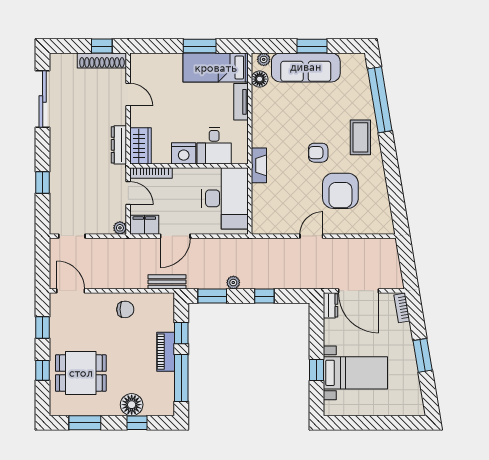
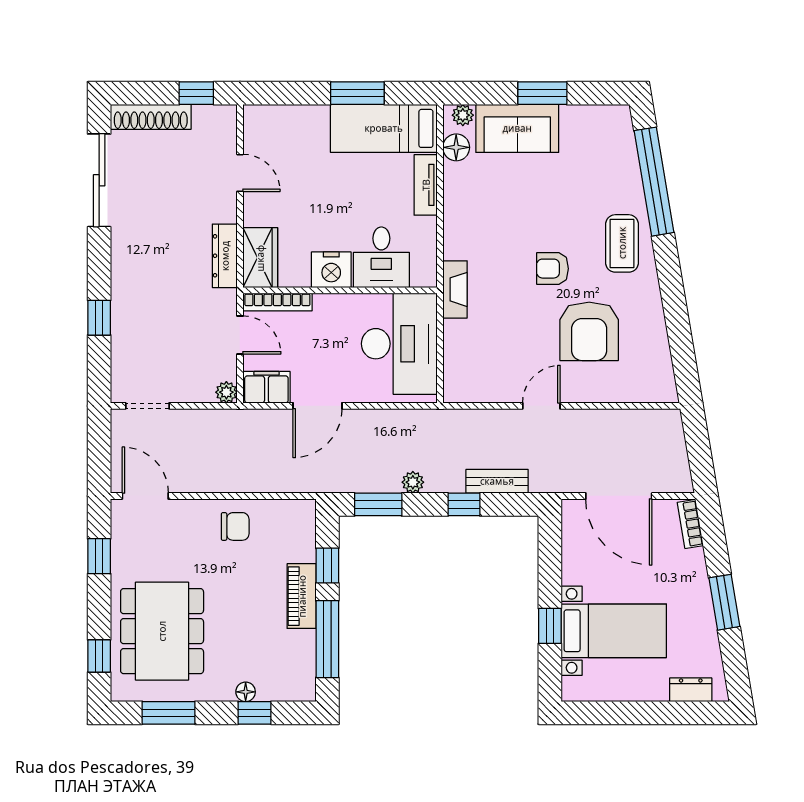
shoe rack: (102, 60) -> (151, 117), moved
sofa: (306, 67) -> (517, 128), width x0.73
bench: (167, 282) -> (497, 481), moved
dresser: (331, 305) -> (691, 690), moved, turned -90
window: (43, 370) -> (99, 656), moved
dining table: (81, 373) -> (162, 631), width x1.38
floor lamp: (132, 405) -> (246, 692), width x0.53, depth x0.53

